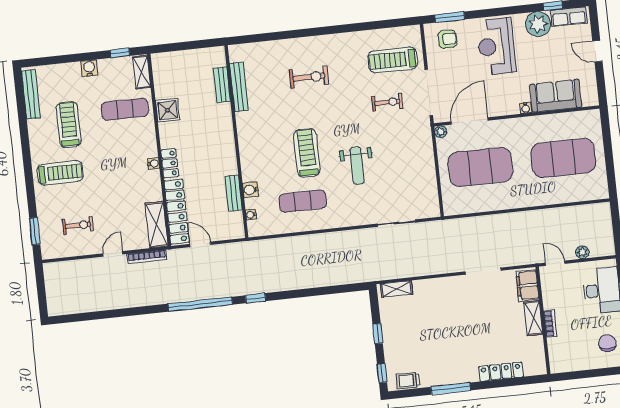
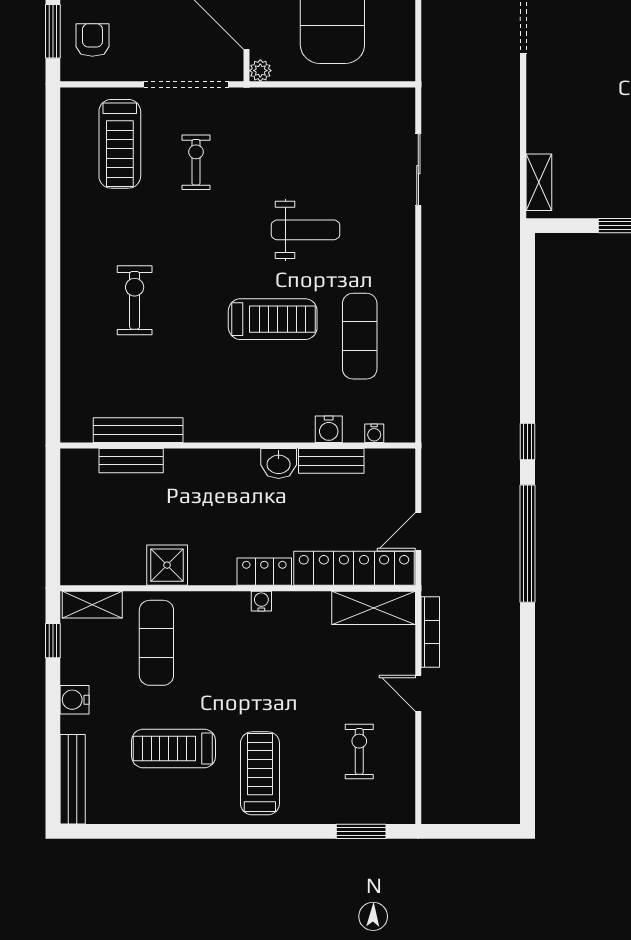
bench: (31, 94) -> (73, 779), moved, turned 90
treadmill: (307, 153) -> (273, 319), turned 180
washbasin: (229, 165) -> (279, 463), added

